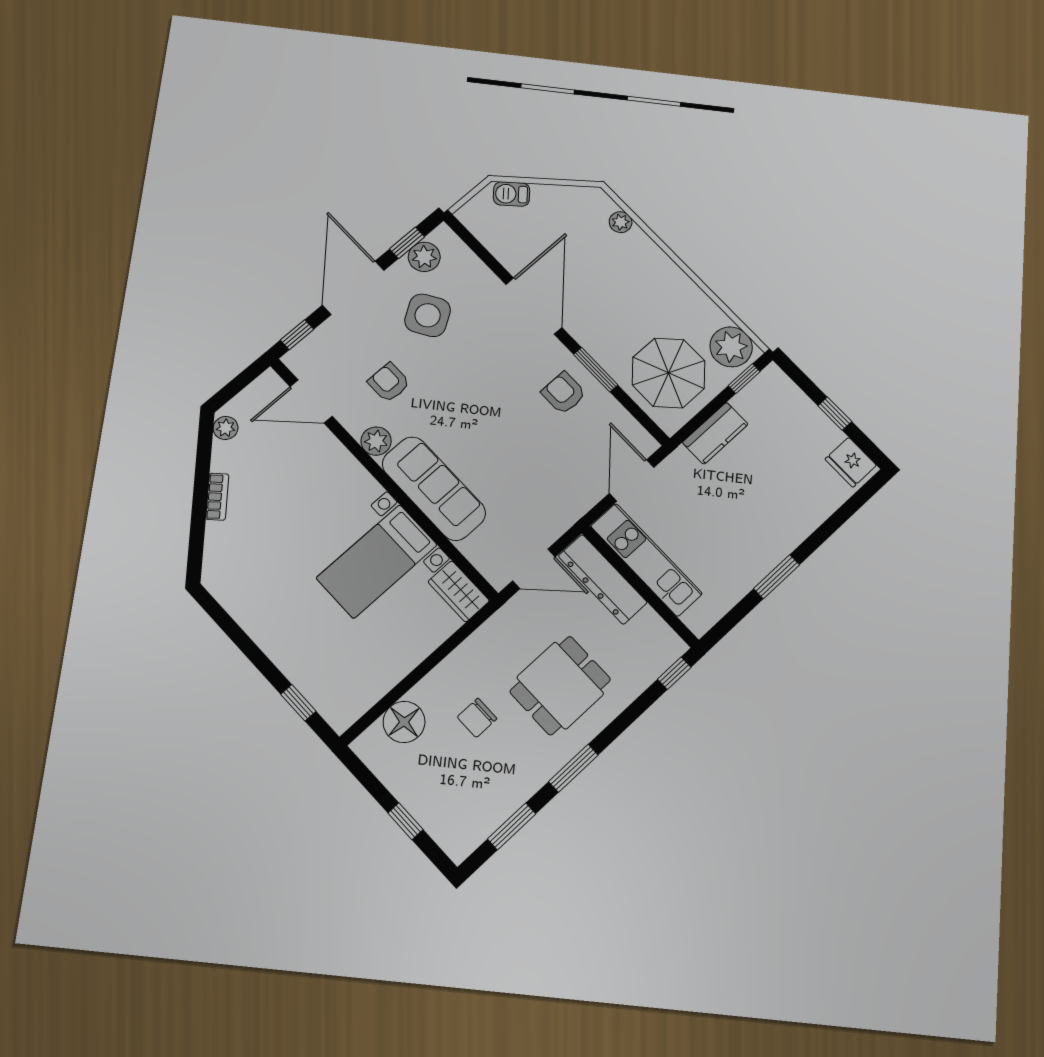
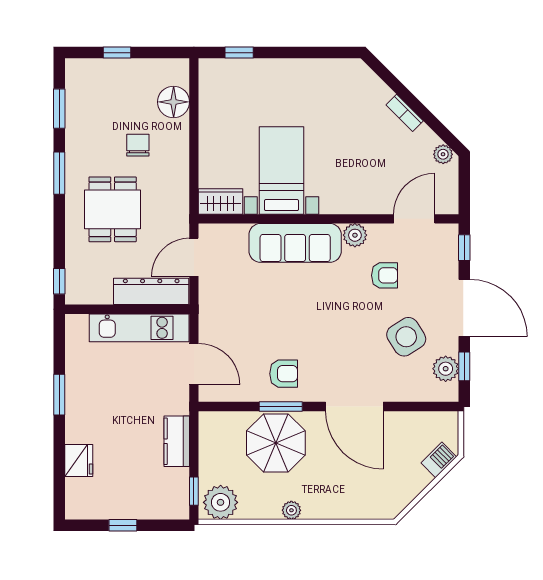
plant: (621, 222) -> (291, 510), moved
parasol: (669, 373) -> (276, 443), moved
fridge: (851, 462) -> (79, 461), moved, turned 90

